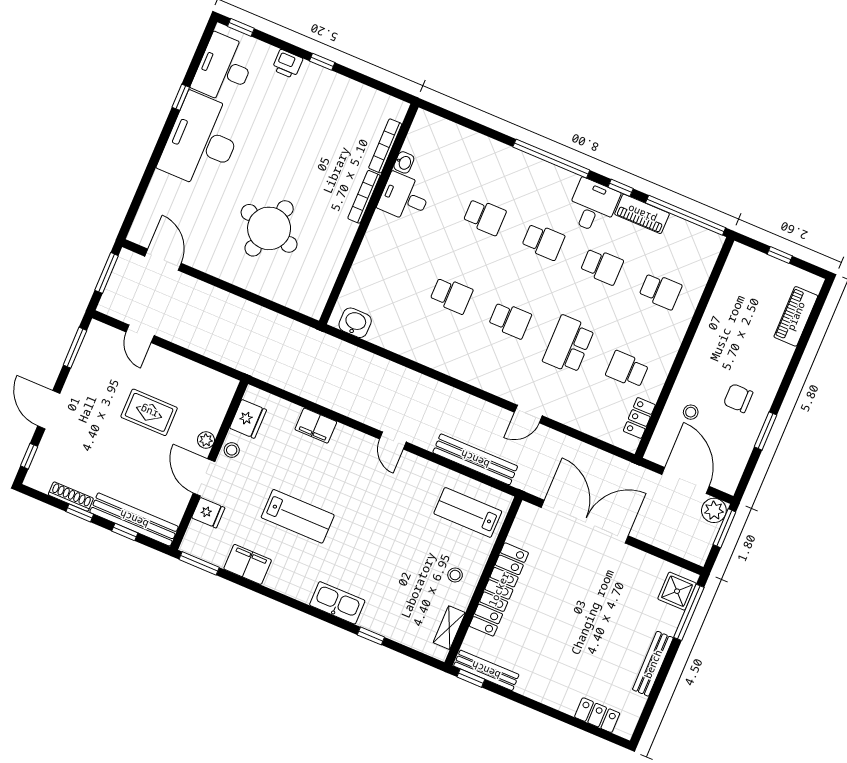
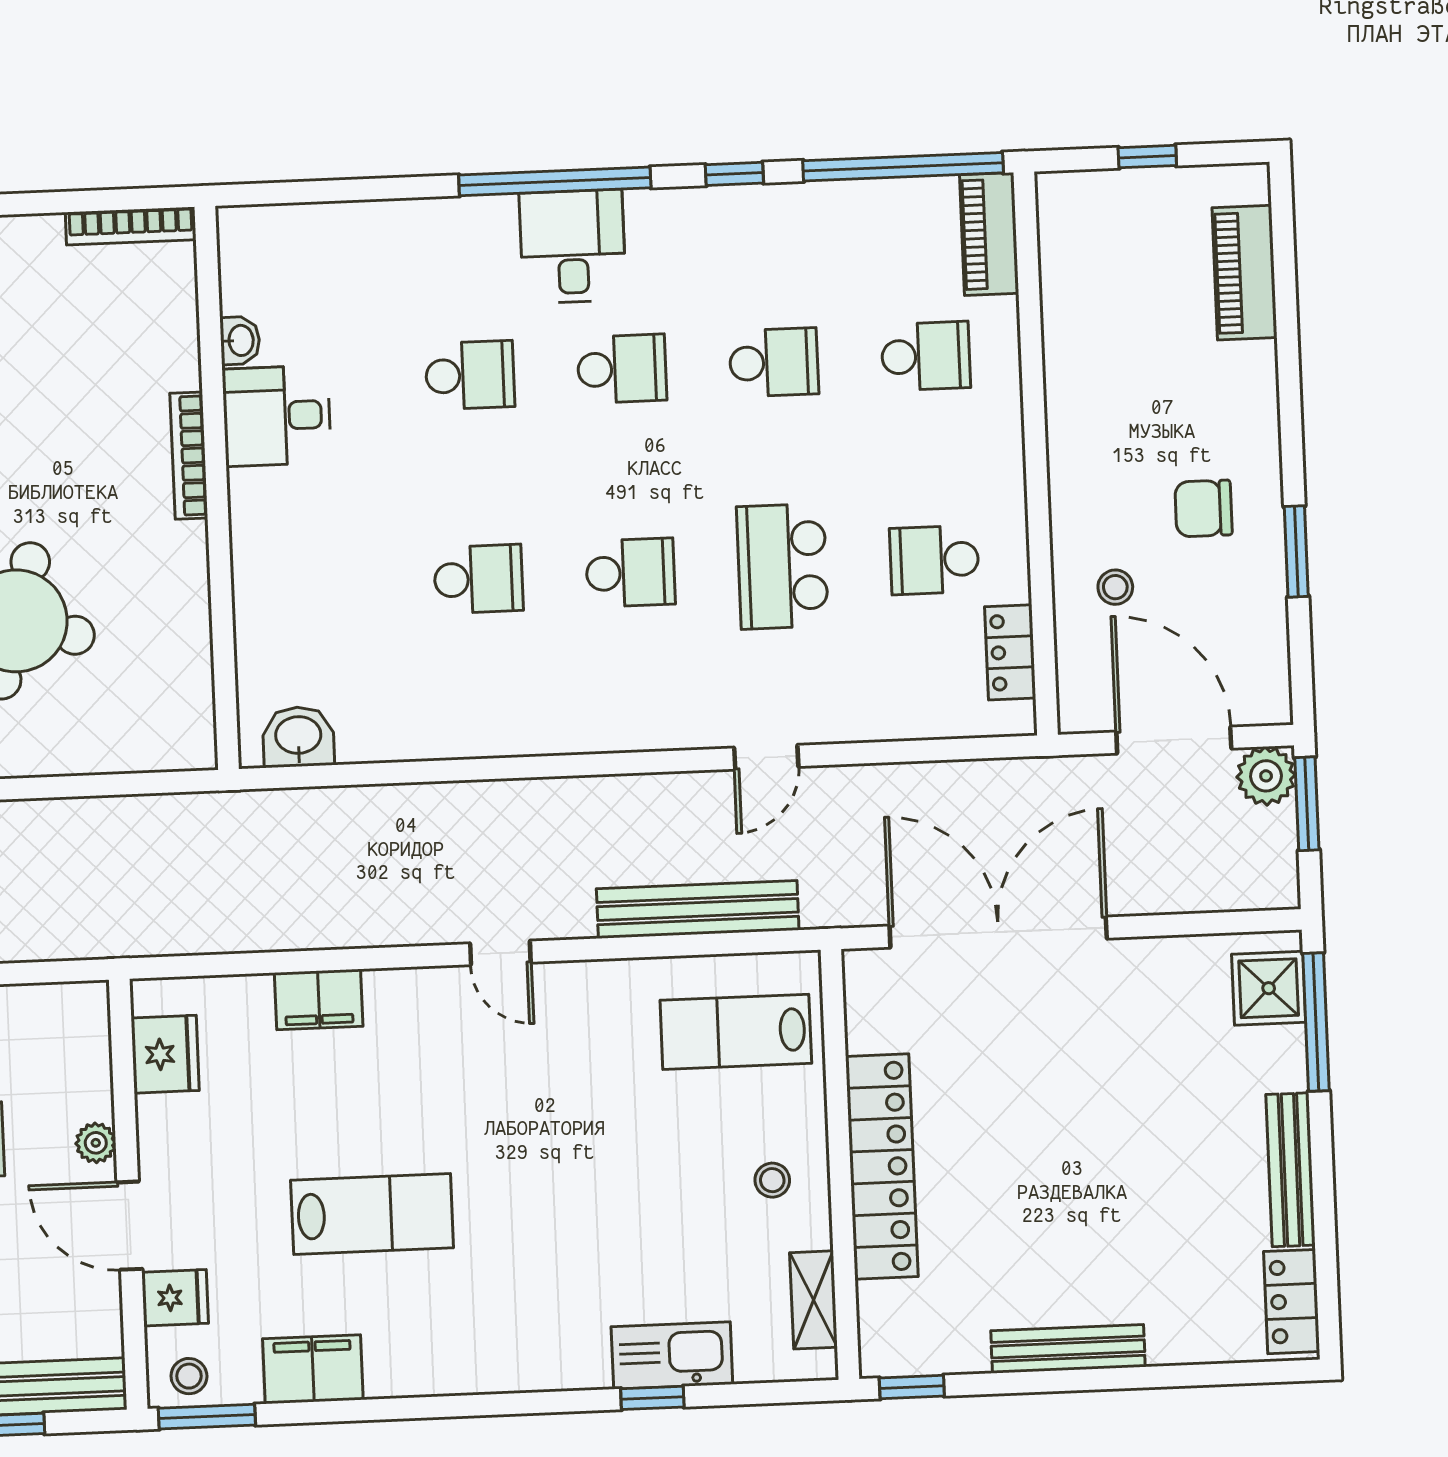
bookcase: (385, 146) -> (131, 226), moved, turned -90
desk: (593, 206) -> (573, 246), moved
piano: (642, 214) -> (989, 234), moved, turned 90
stool: (232, 450) -> (189, 1376), moved
kitchen sink: (337, 603) -> (672, 1355), moved
bench: (486, 670) -> (1068, 1349), moved
locker: (597, 715) -> (1292, 1302), moved, turned -90

